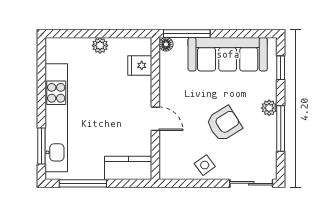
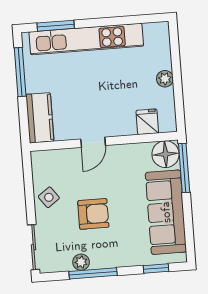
floor lamp: (166, 44) -> (165, 154), width x1.89, depth x1.89
plant: (269, 108) -> (81, 262), moved
armchair: (224, 124) -> (93, 214), turned -58

